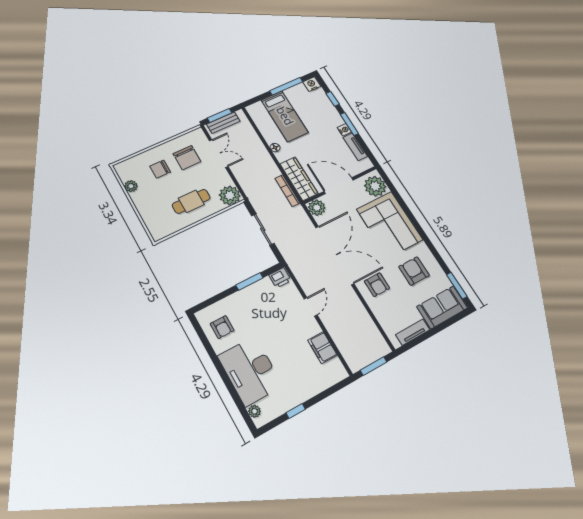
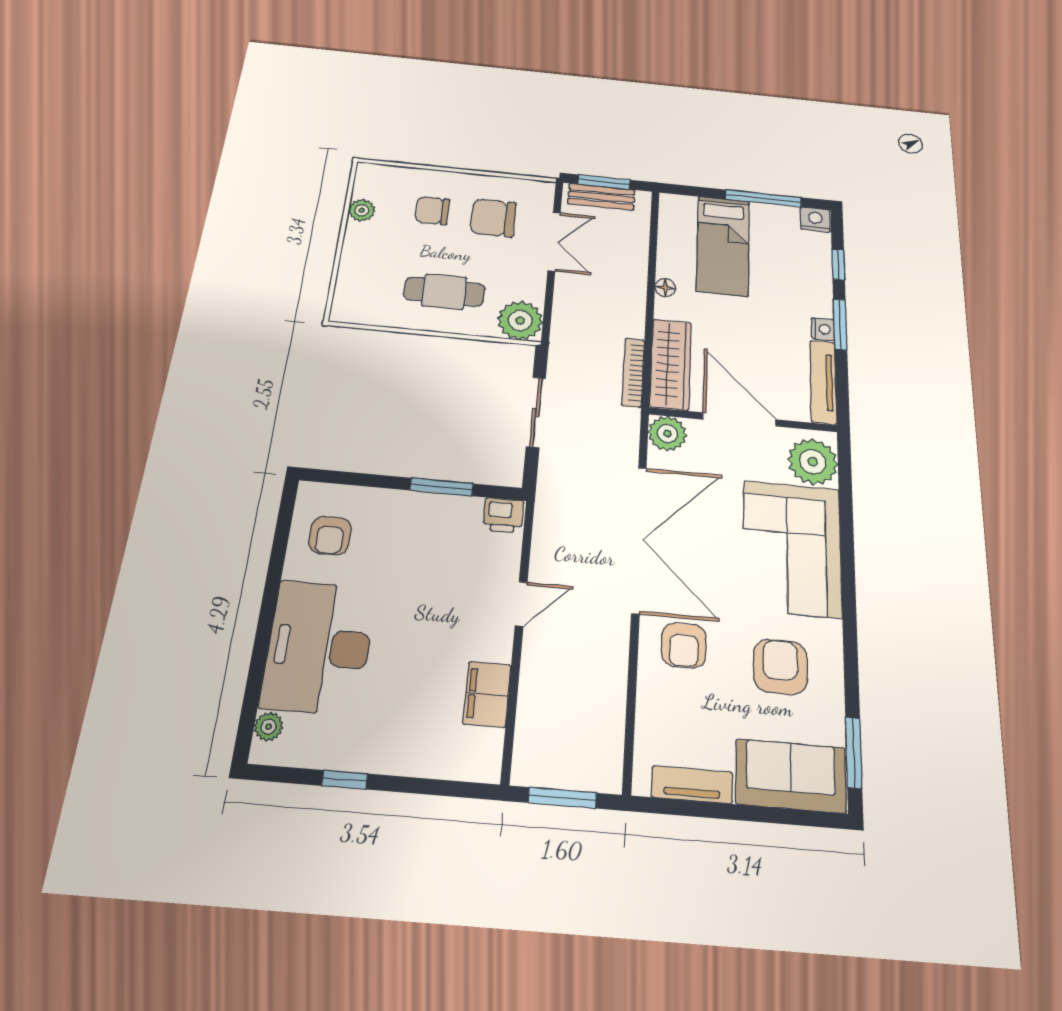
tv unit: (355, 147) -> (823, 382), width x1.41
chair: (187, 158) -> (493, 218), turned 90

